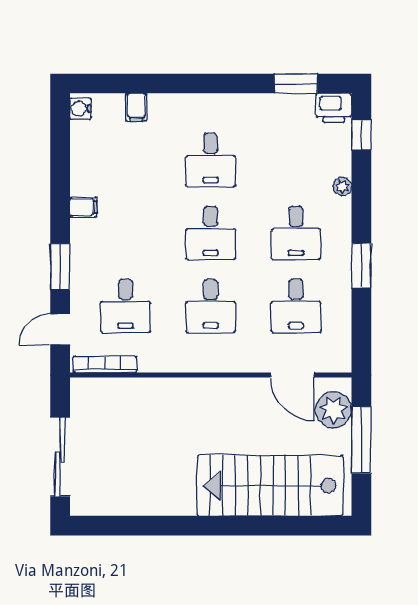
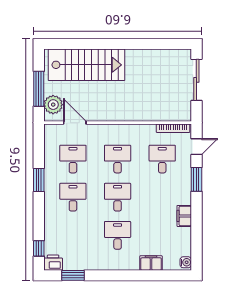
filing cabinet: (136, 107) -> (151, 263), width x2.00
plant: (342, 186) -> (49, 222), removed
filing cabinet: (83, 207) -> (184, 216), width x2.00

